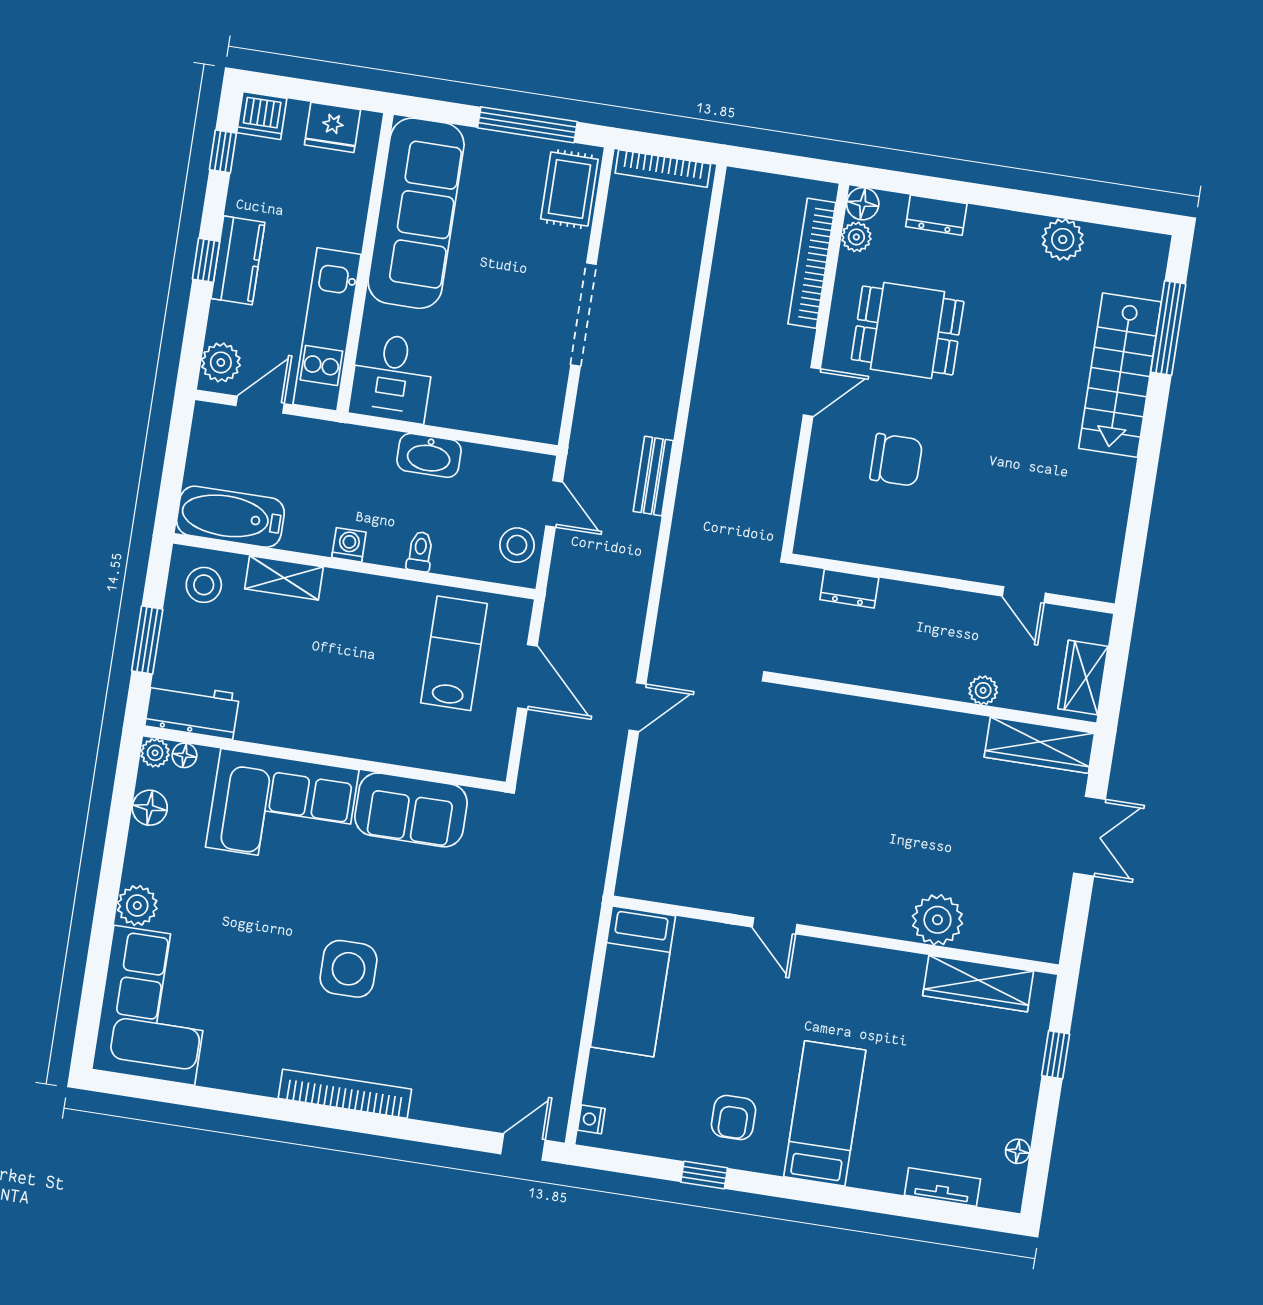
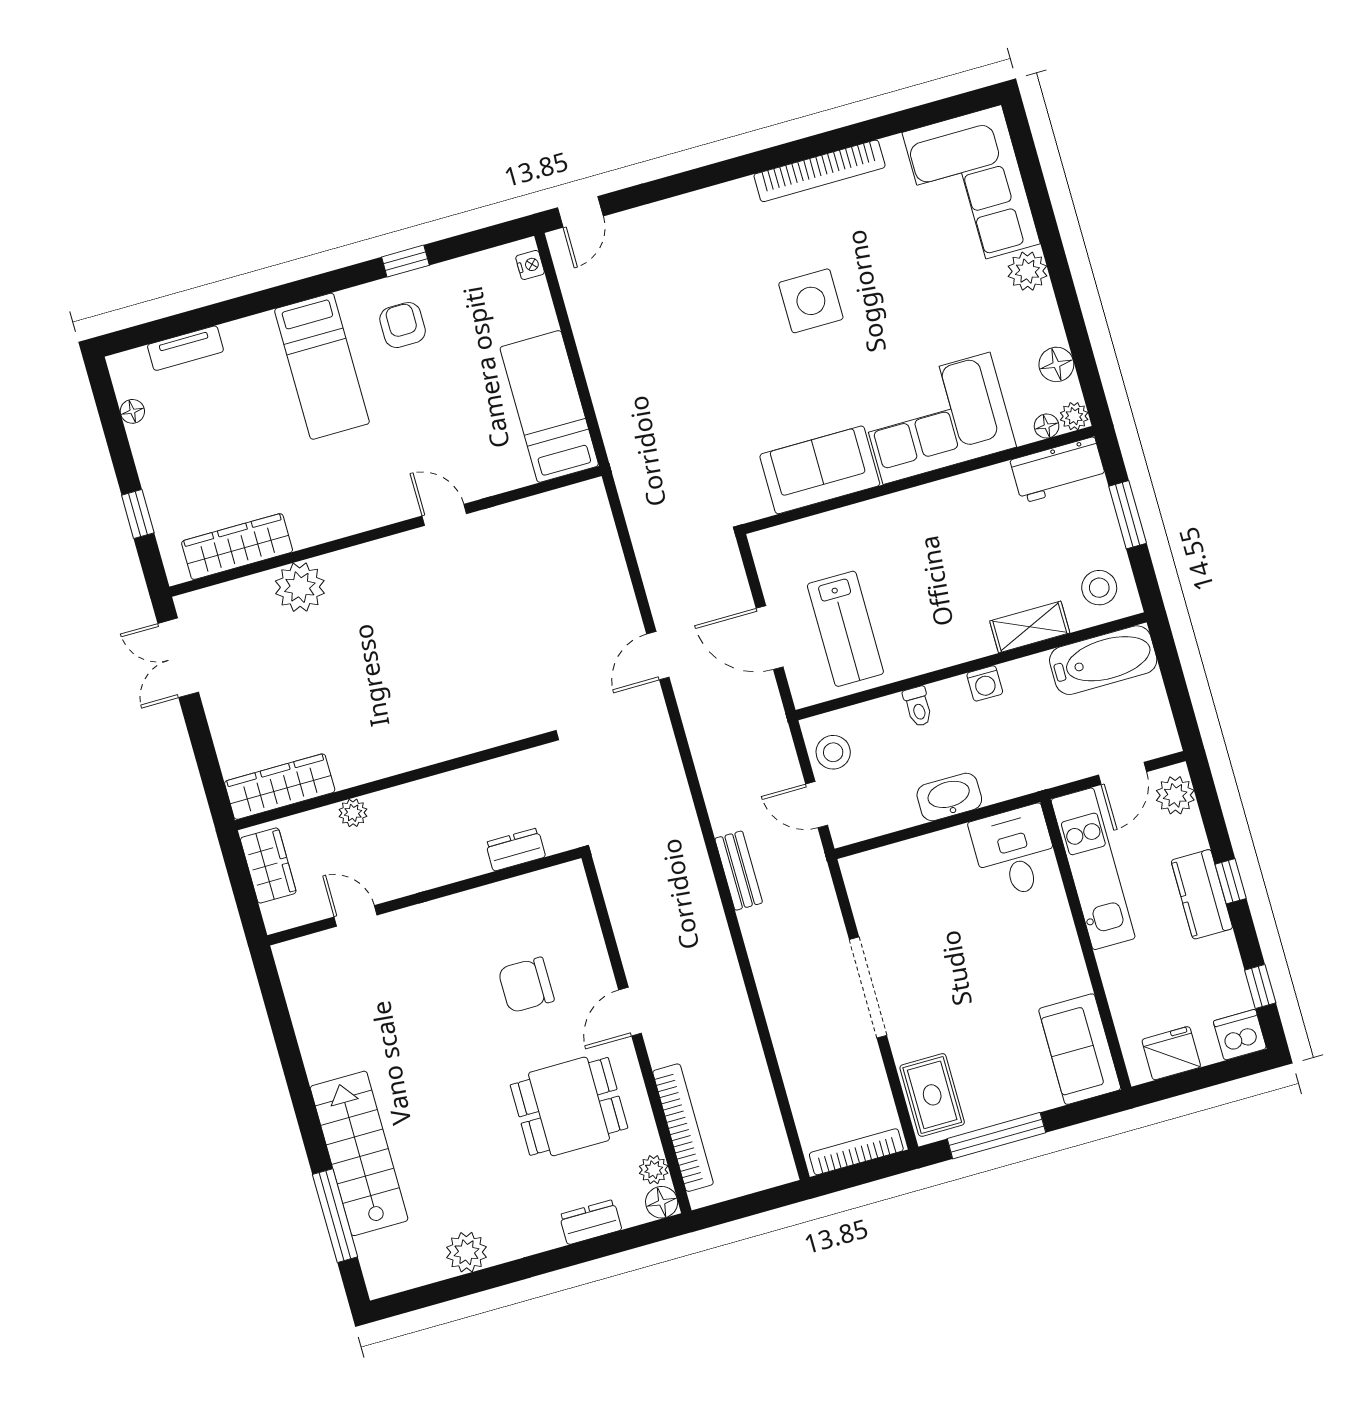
sofa: (416, 213) -> (1080, 1049), width x0.54, depth x0.79
double door: (1089, 836) -> (178, 658), moved
bookcase: (345, 1094) -> (820, 171), moved

